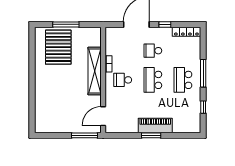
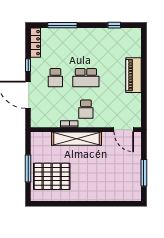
window: (203, 73) -> (62, 25), moved
school desk: (183, 80) -> (86, 46), removed
window: (85, 135) -> (144, 173), moved
window: (151, 135) -> (144, 79), removed

